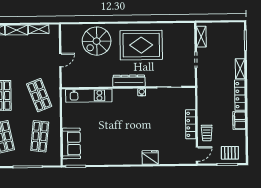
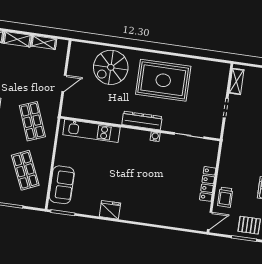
shop shelf: (40, 136) -> (25, 170), turned -30
fridge: (150, 157) -> (110, 210), moved

